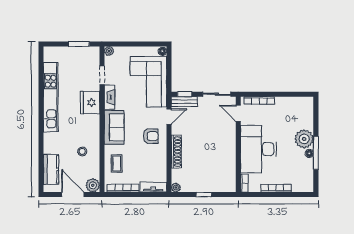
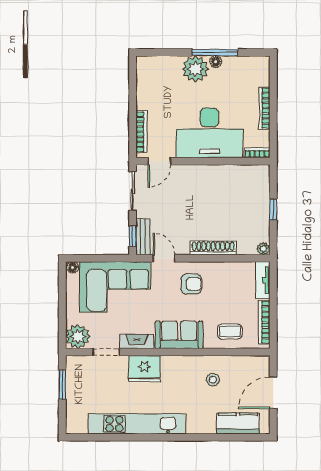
plant: (109, 51) -> (78, 337), width x1.88, depth x1.88
armchair: (151, 136) -> (191, 284), turned 90
plant: (93, 185) -> (260, 365), removed

